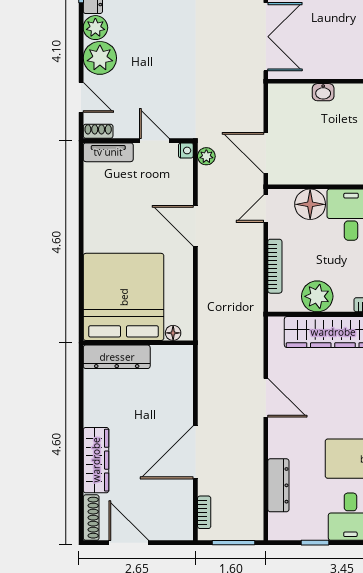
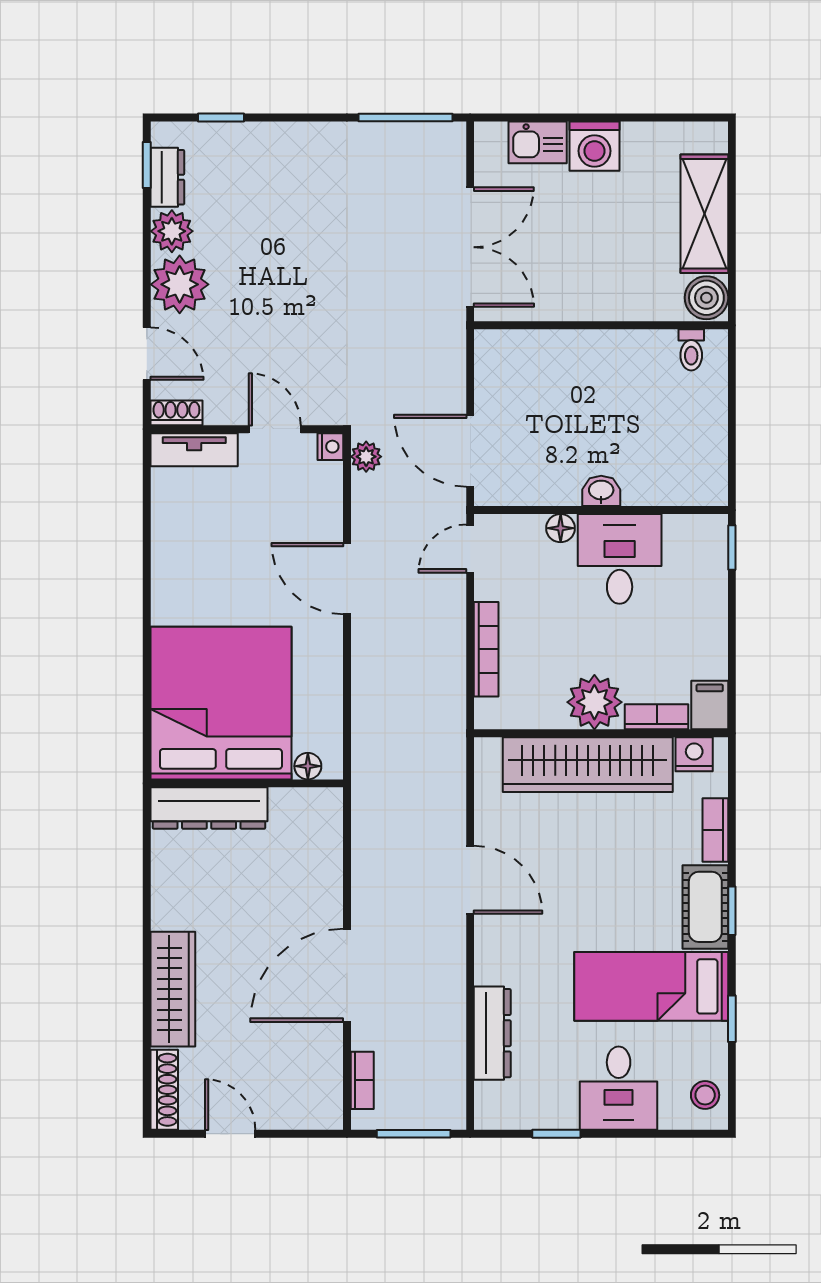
washbasin: (323, 92) -> (601, 491), moved, turned 180
floor lamp: (310, 204) -> (561, 528), width x0.53, depth x0.53
plant: (317, 296) -> (594, 702), moved
door: (129, 543) -> (230, 1134), width x0.73

